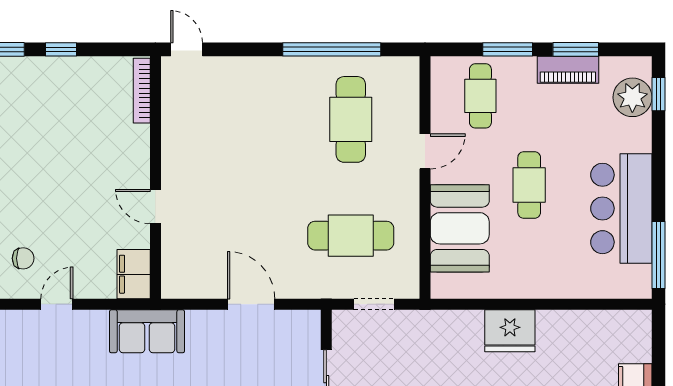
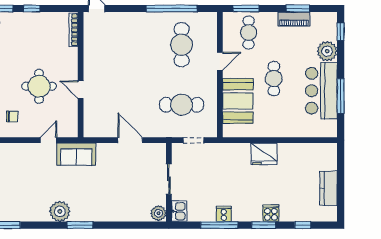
window: (508, 49) -> (246, 8), moved
plant: (632, 97) -> (327, 51), moved
round table: (75, 200) -> (39, 86), added
window: (659, 255) -> (341, 96), moved
filing cabinet: (134, 274) -> (69, 125), removed
door: (57, 304) -> (49, 140), moved

